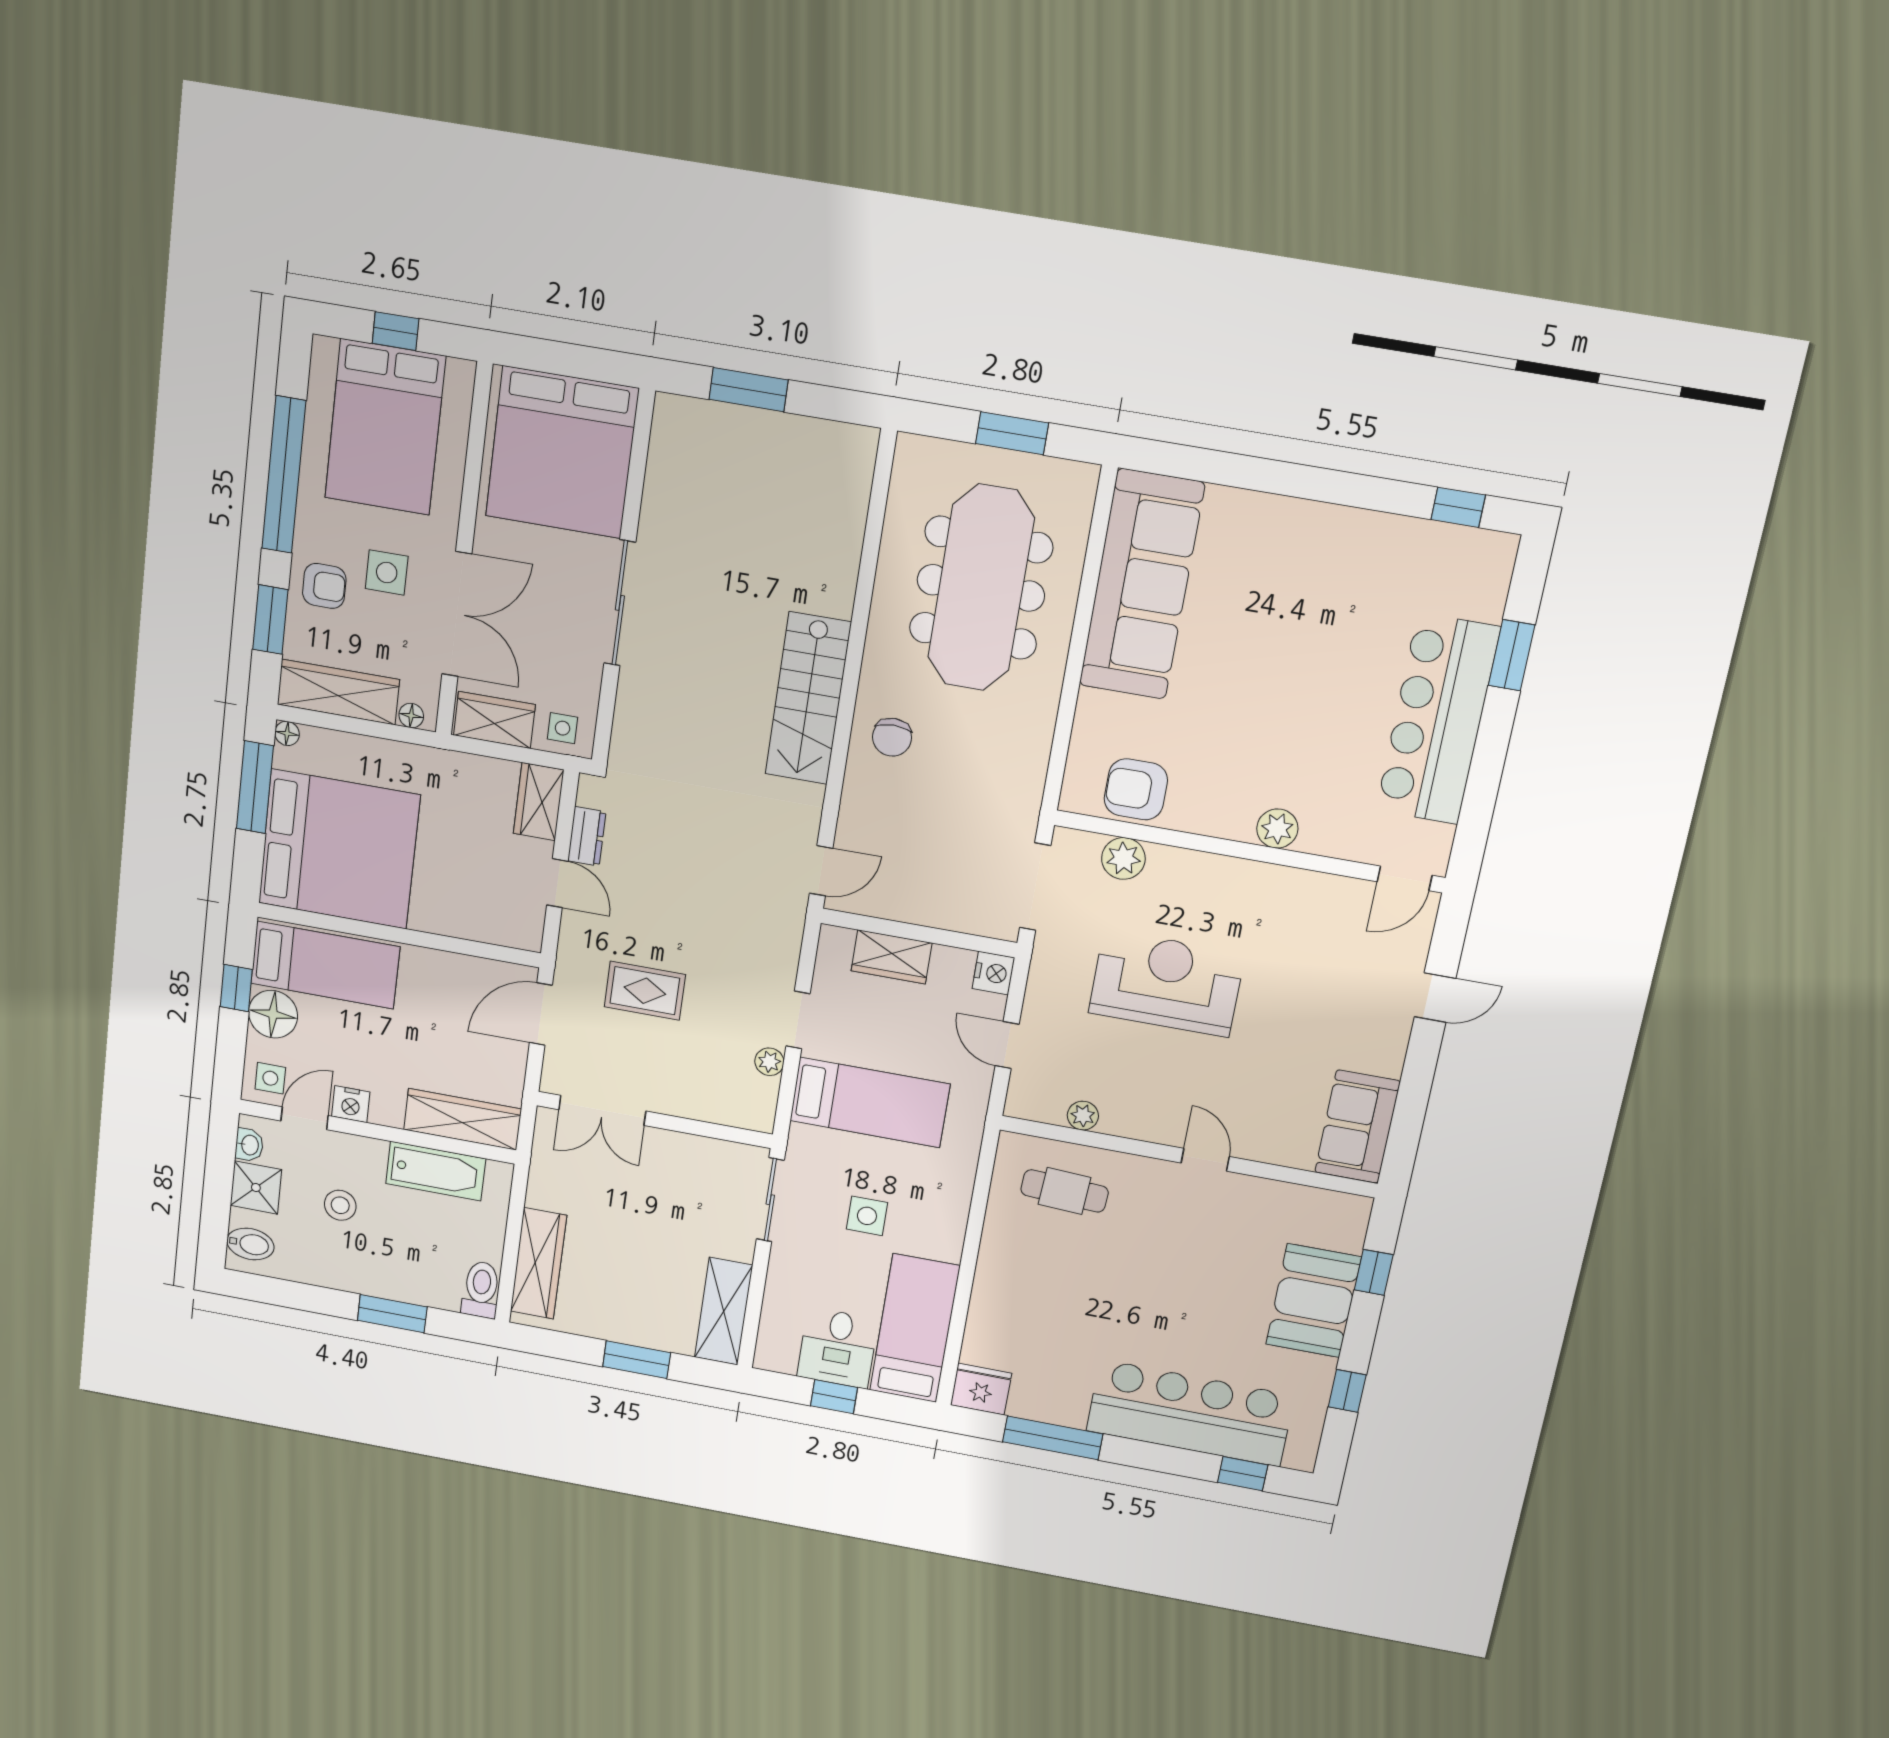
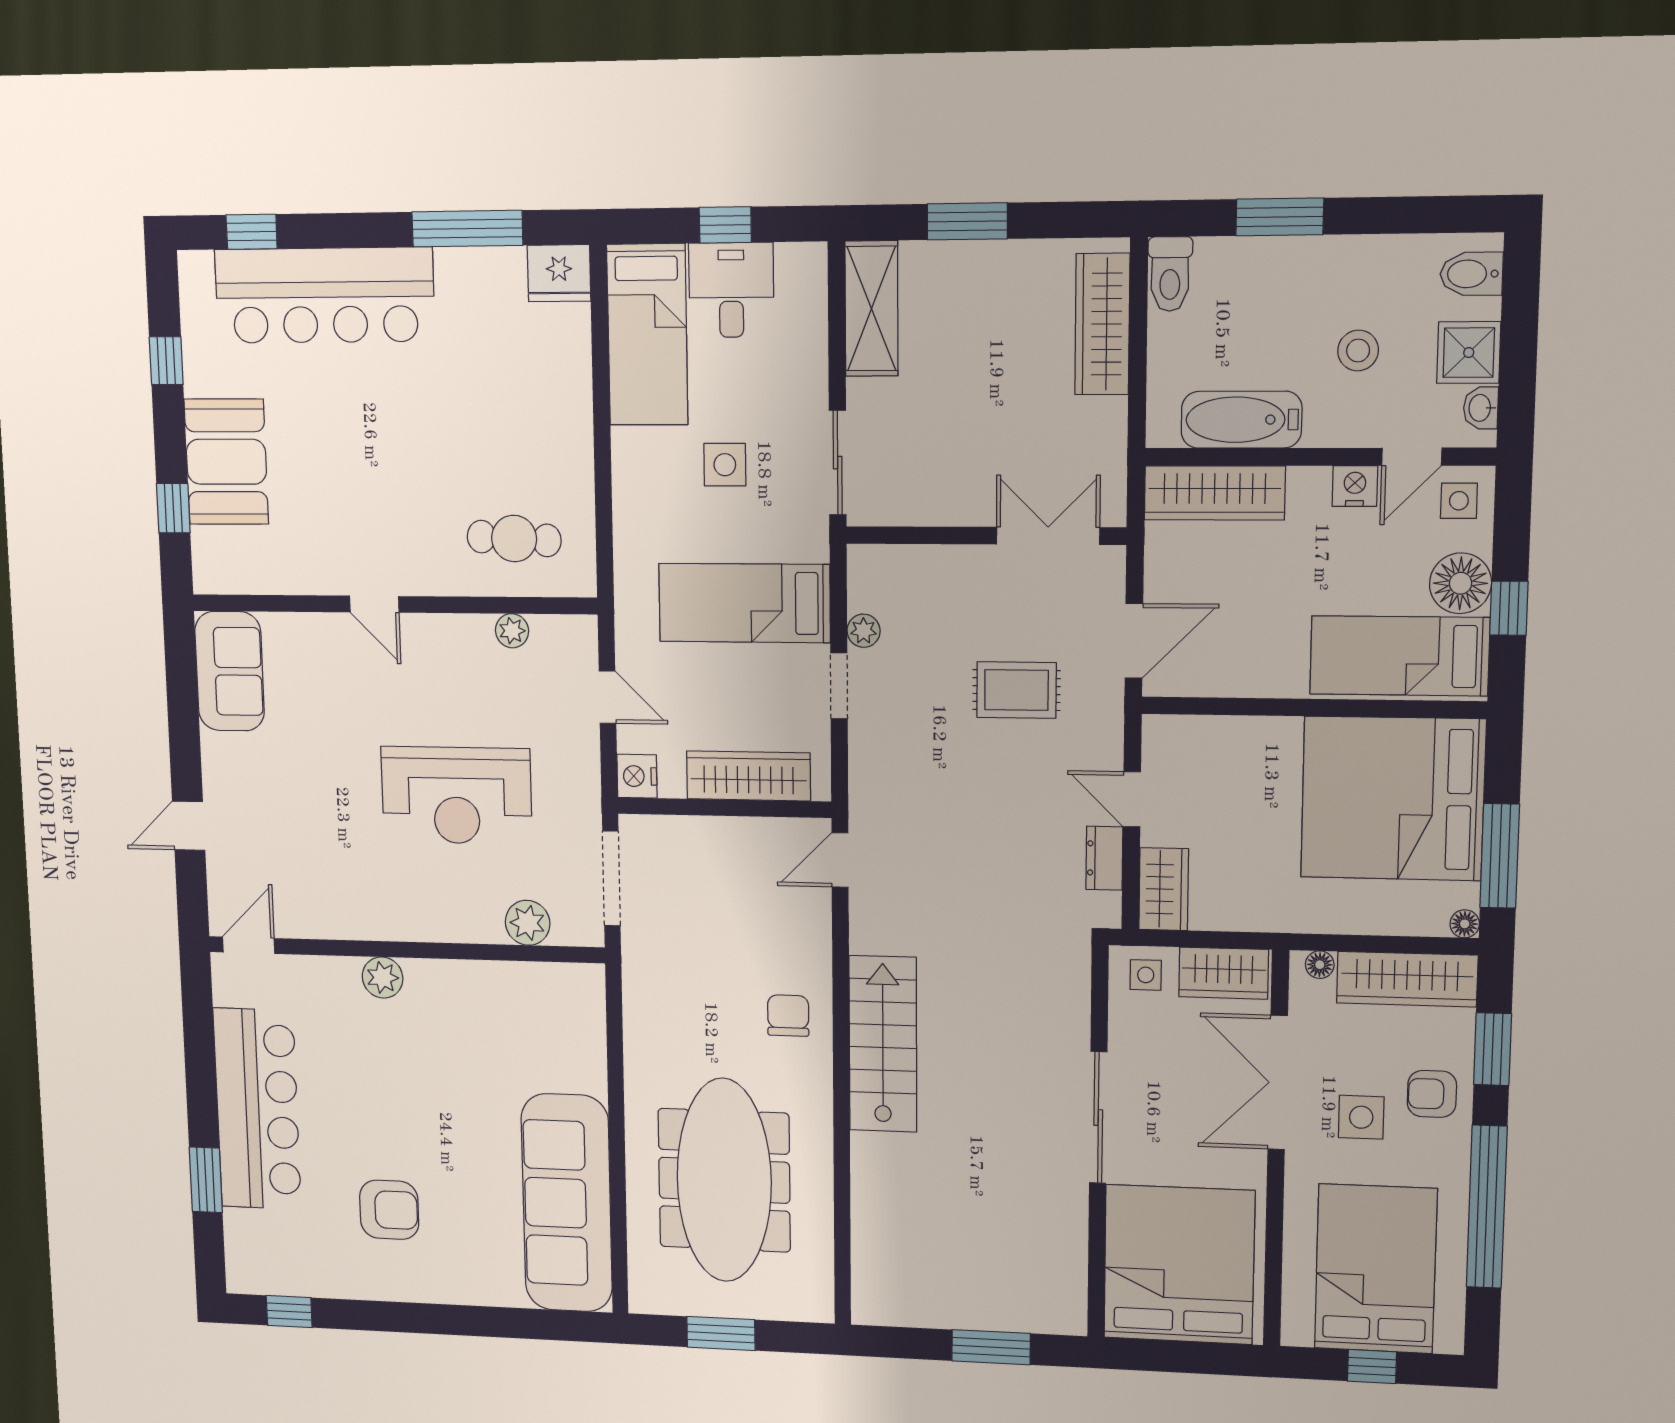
armchair: (1136, 789) -> (389, 1210), moved
wardrobe: (892, 957) -> (749, 776), width x1.50

